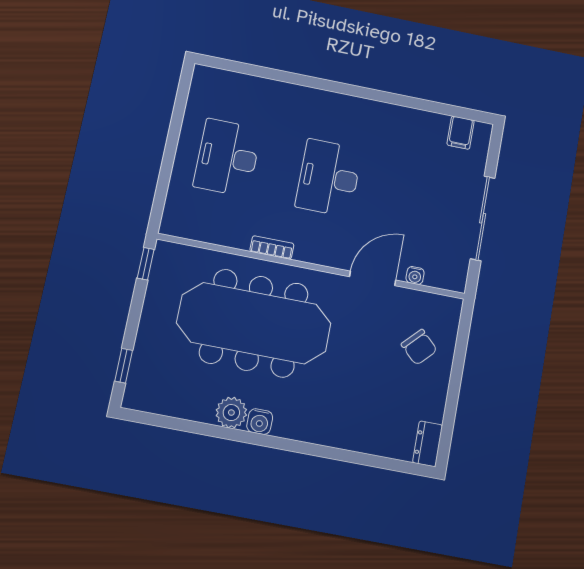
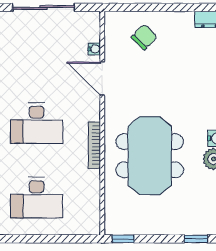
bookcase: (272, 247) -> (94, 145), width x1.56
meeting table: (254, 323) -> (150, 156), width x0.73

